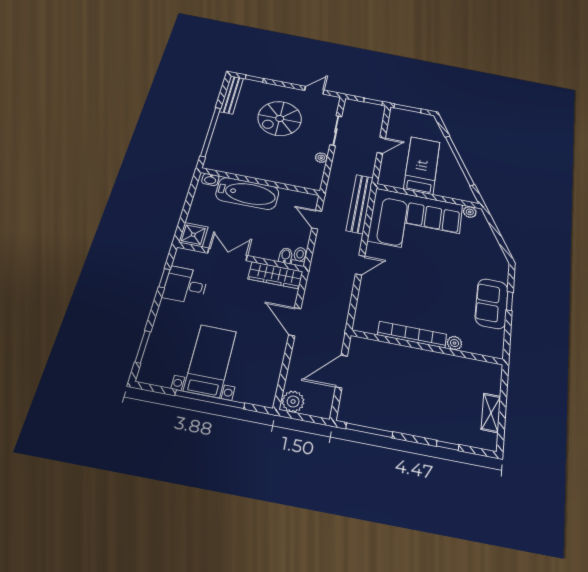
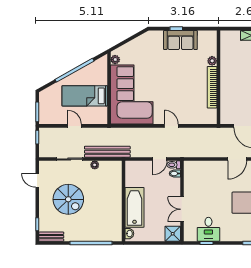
bench: (232, 95) -> (51, 237), width x0.73
bench: (360, 204) -> (107, 152), moved
door: (317, 220) -> (160, 159), moved
wardrobe: (275, 275) -> (190, 177), removed
door: (295, 322) -> (237, 159), moved

